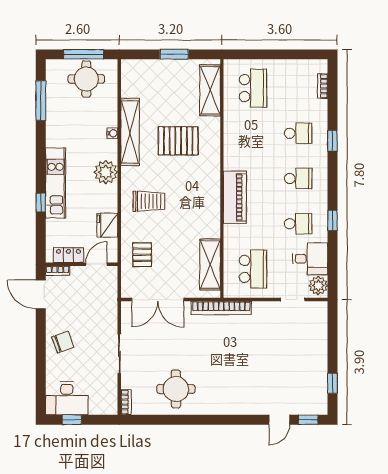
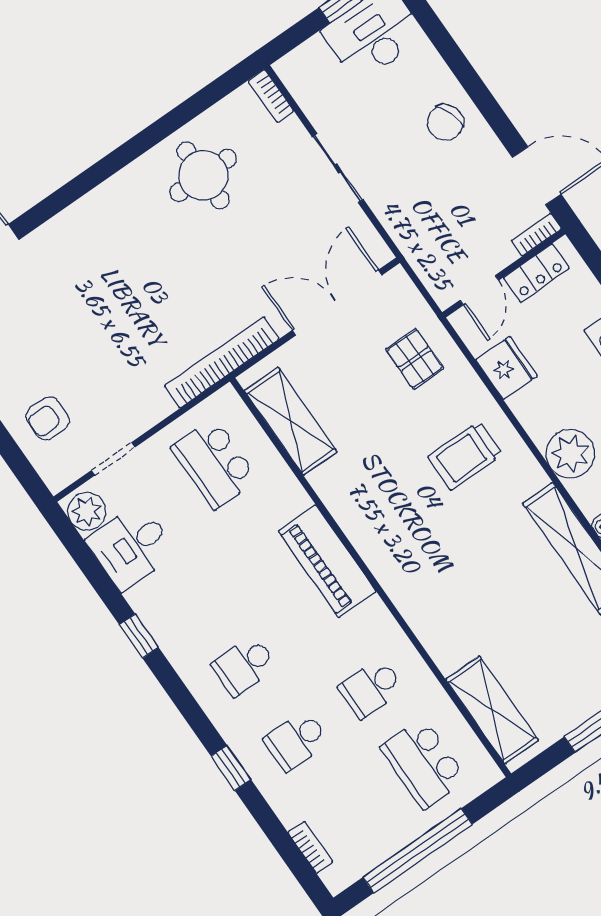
window: (280, 54) -> (418, 851), added
pallet: (178, 141) -> (487, 589), removed
school desk: (298, 224) -> (371, 688), moved
armchair: (308, 334) -> (48, 418), added

